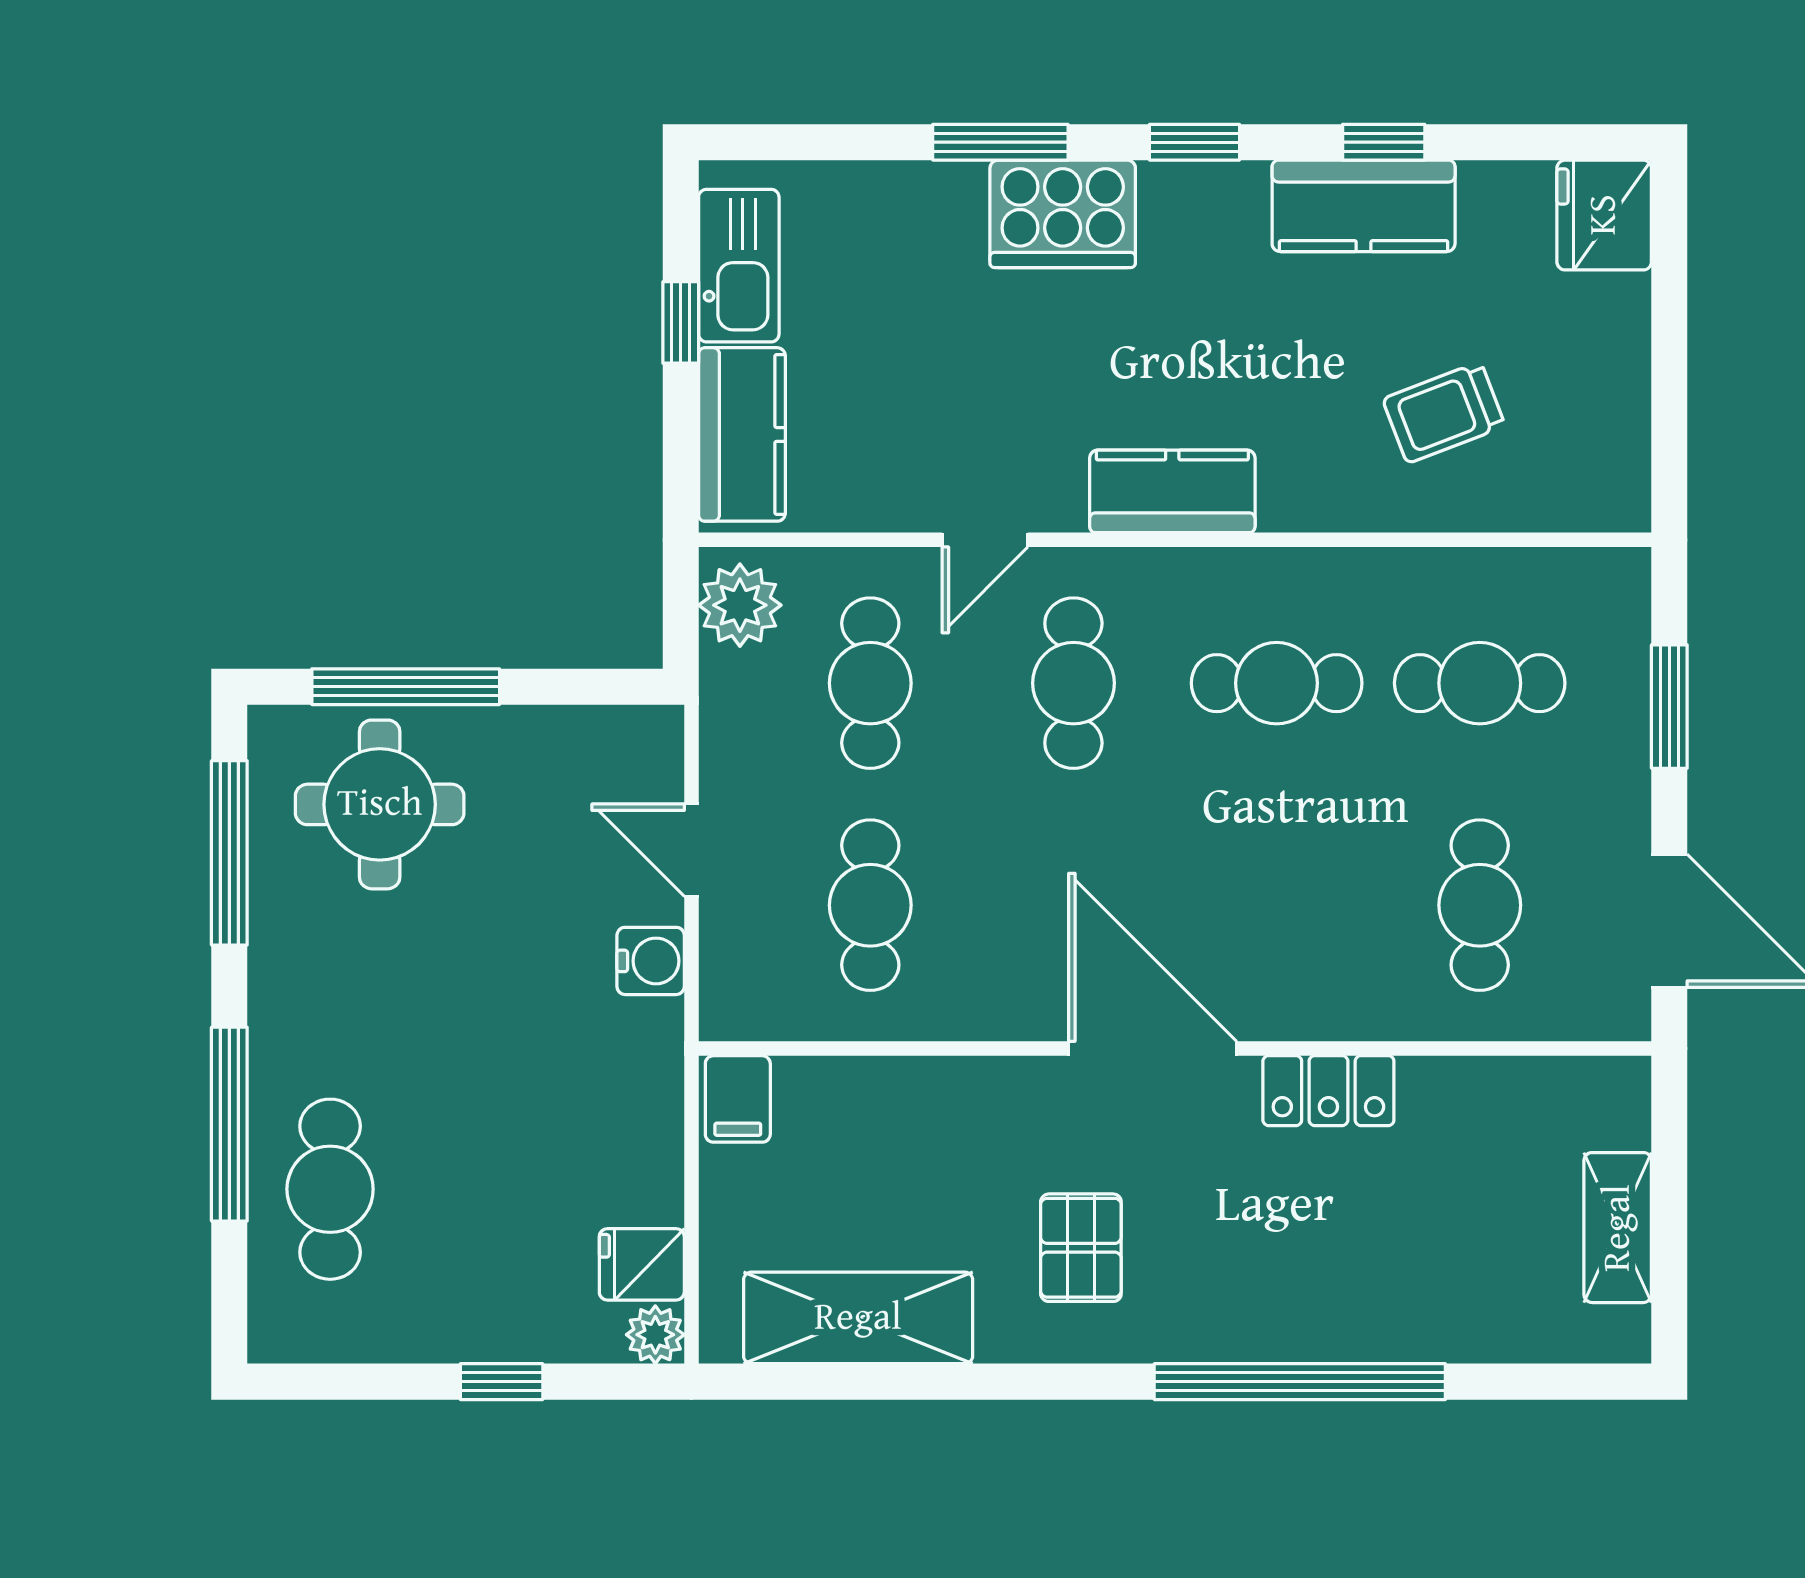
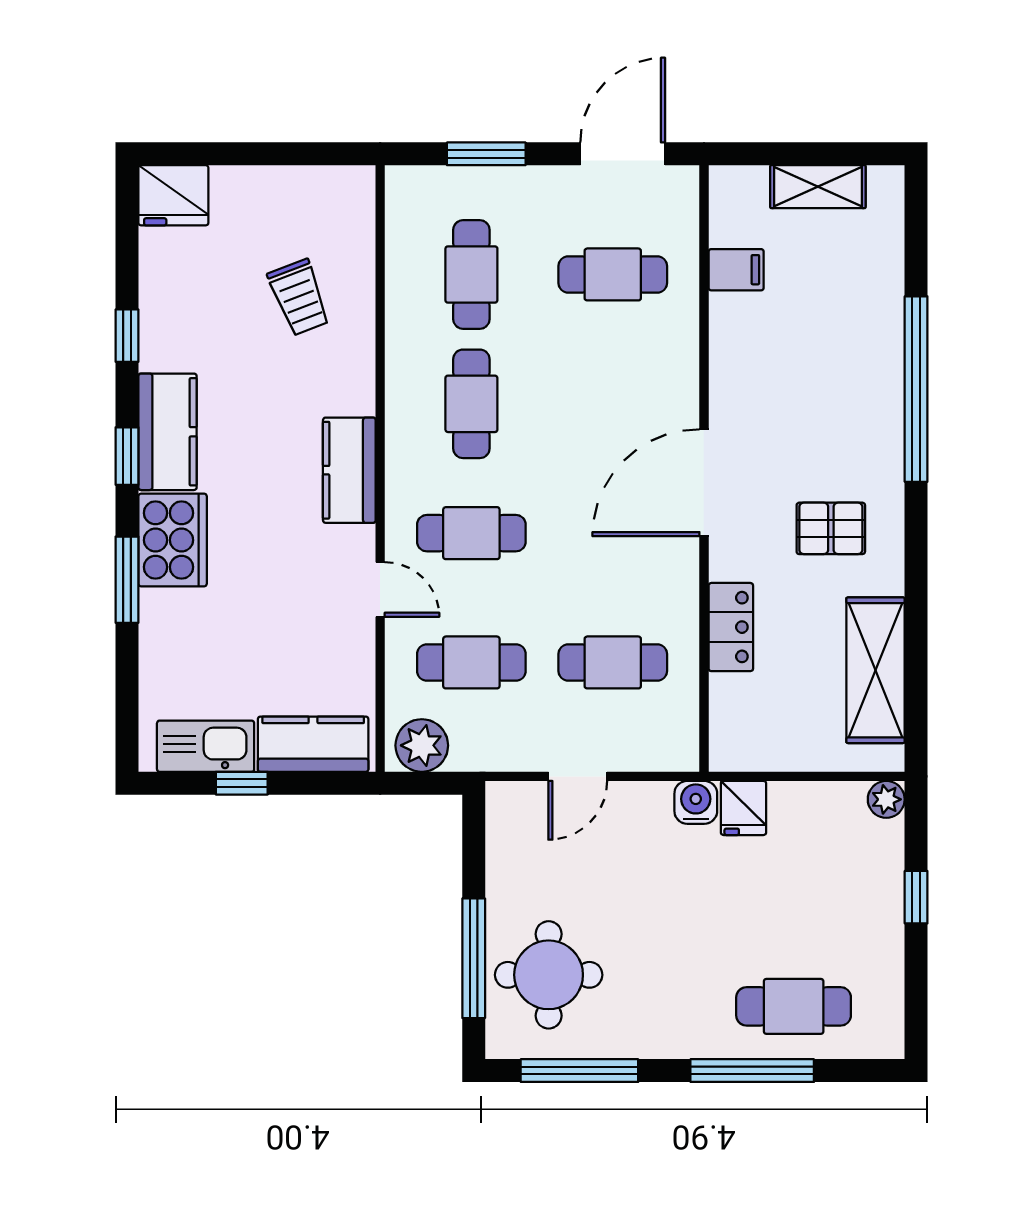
kitchen counter: (1364, 206) -> (168, 432), moved
water cooler: (651, 961) -> (696, 802), moved
locker: (1328, 1091) -> (731, 627), moved
filing cabinet: (738, 1099) -> (736, 270), moved
fridge: (642, 1264) -> (744, 808), moved

